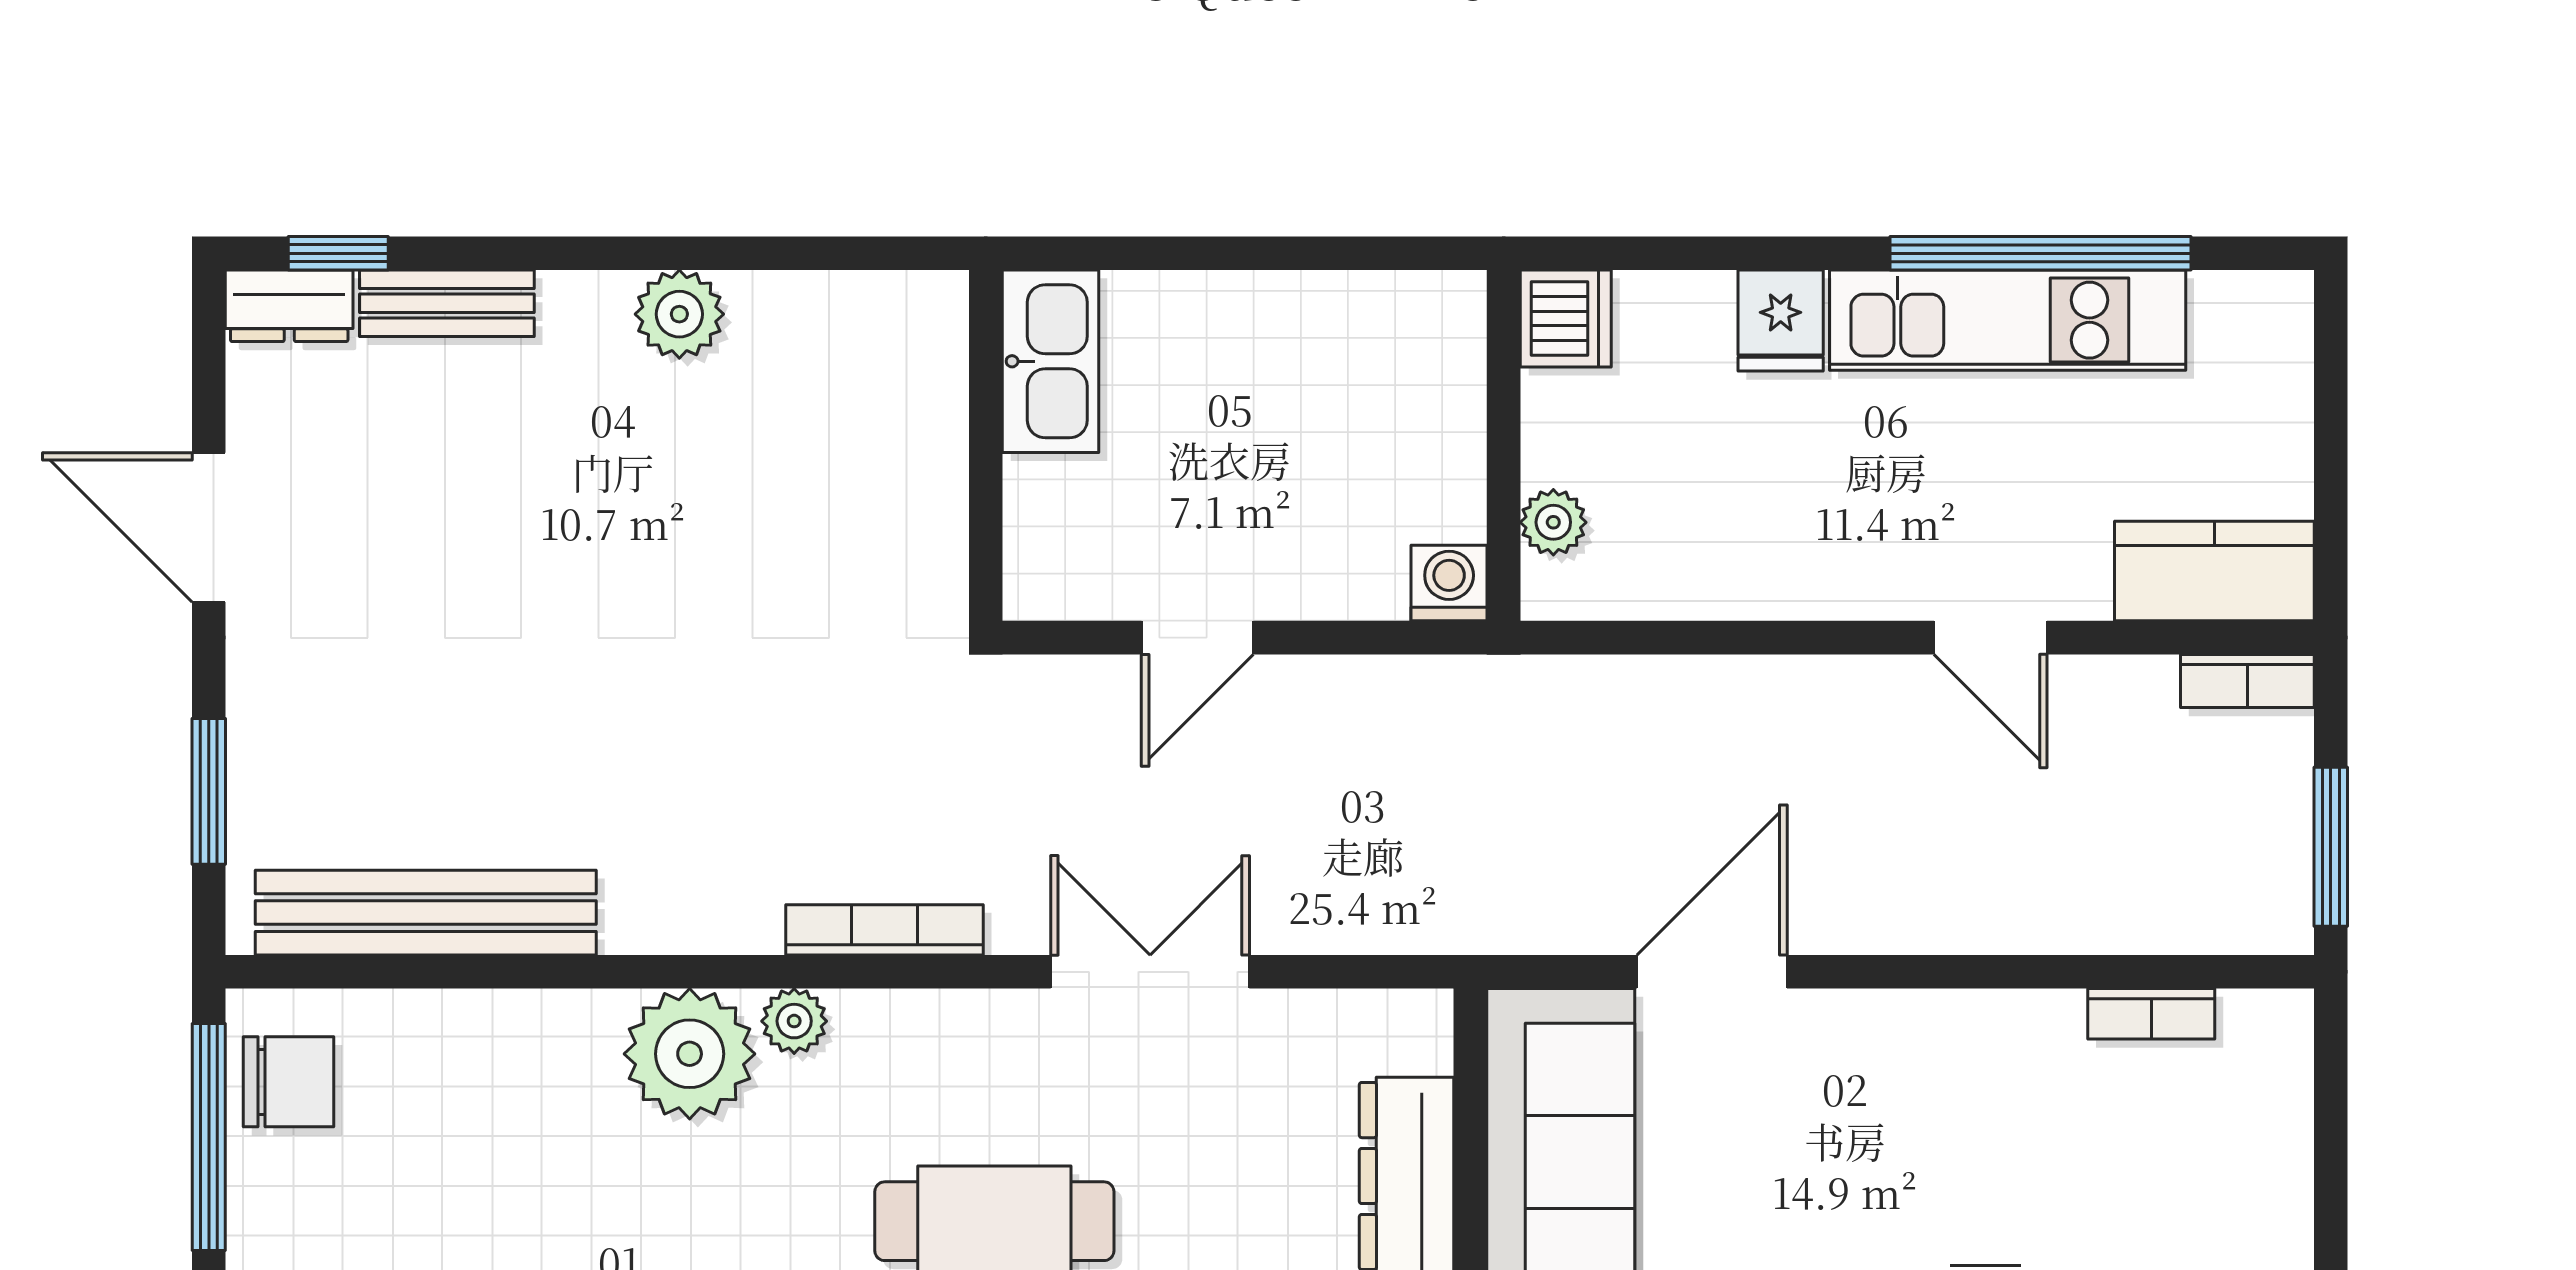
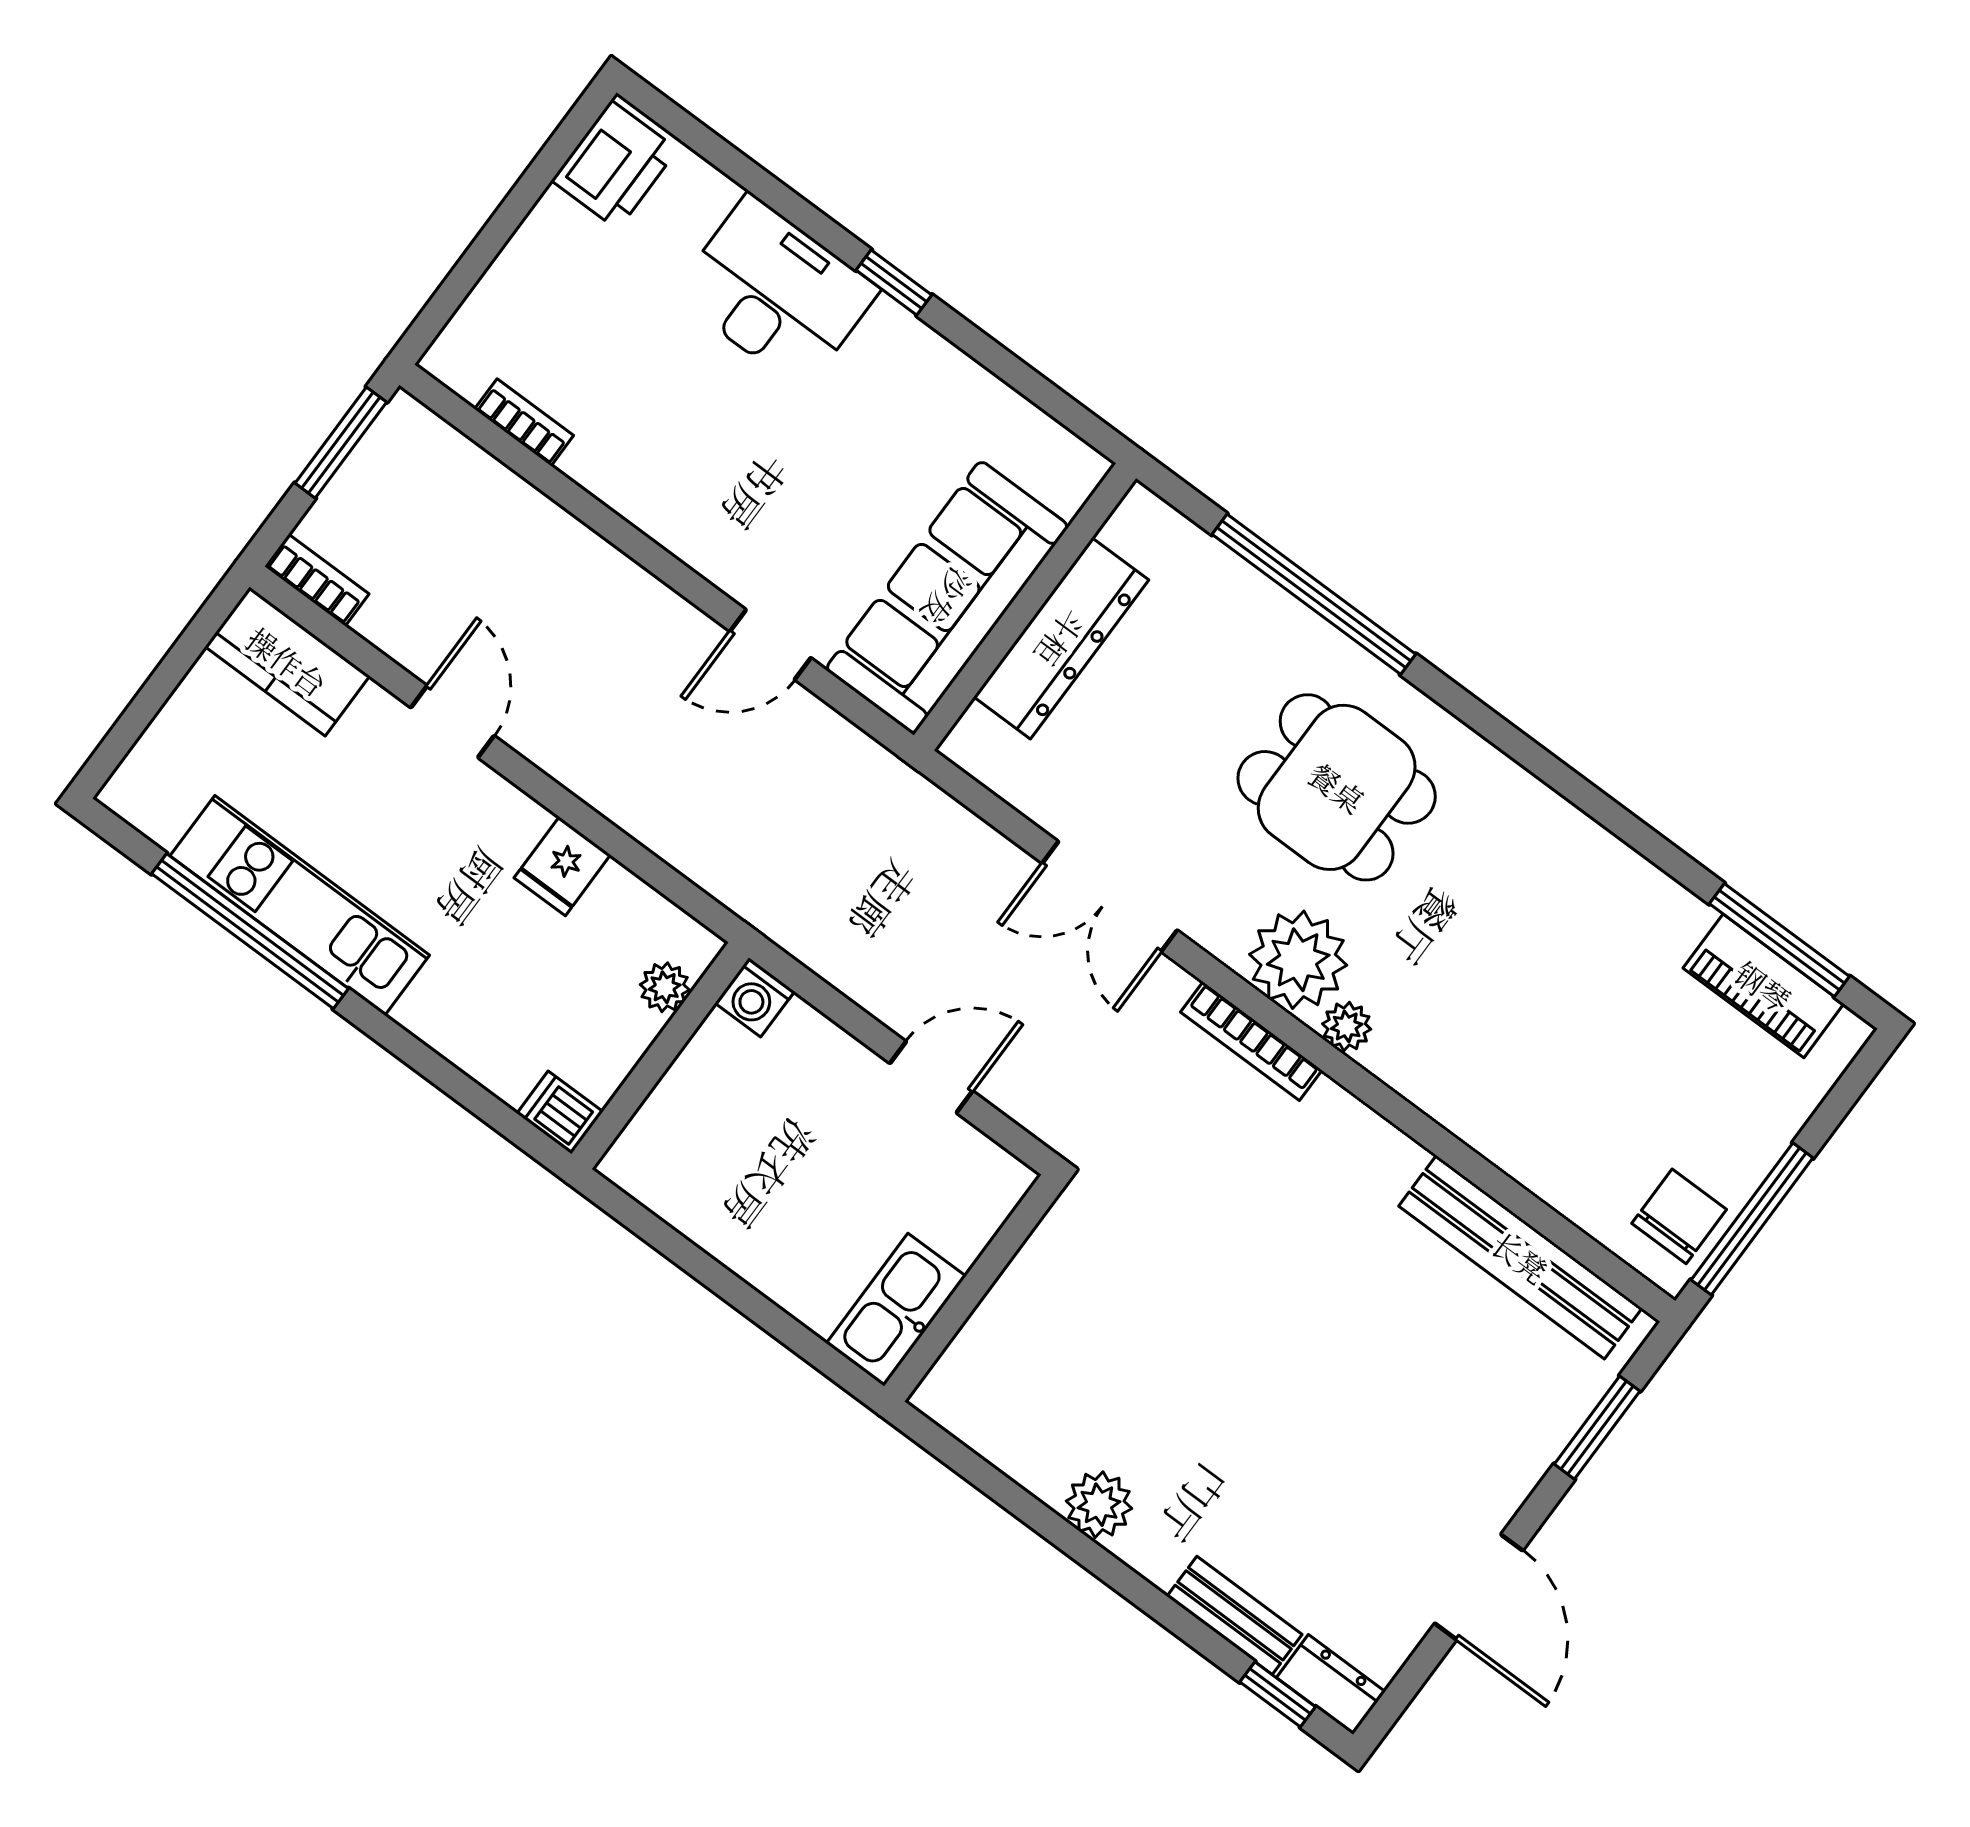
dishwasher: (1566, 319) -> (560, 1113), width x0.73
fridge: (1781, 321) -> (562, 866), moved, turned 180
door: (1712, 972) -> (770, 645), width x0.73
plant: (690, 1054) -> (1298, 960), moved
chair: (289, 1082) -> (1679, 1216), turned 90

